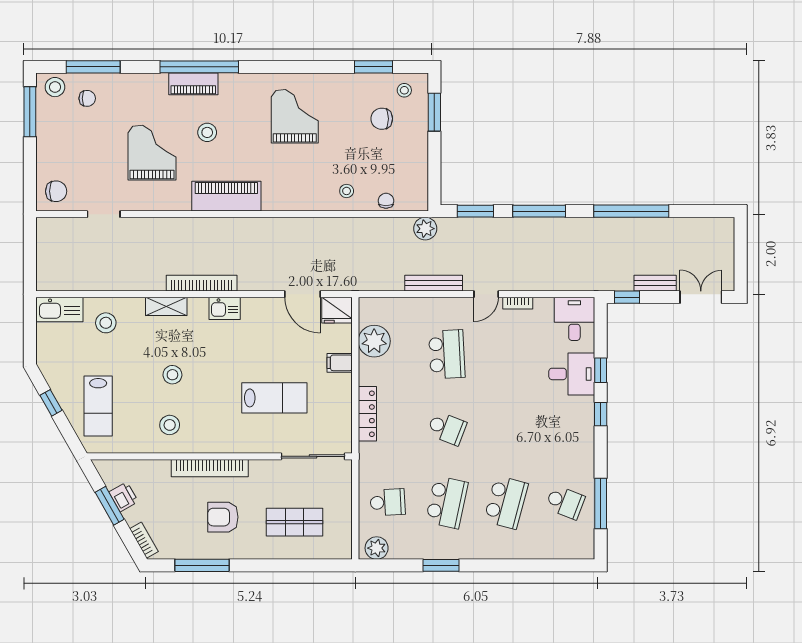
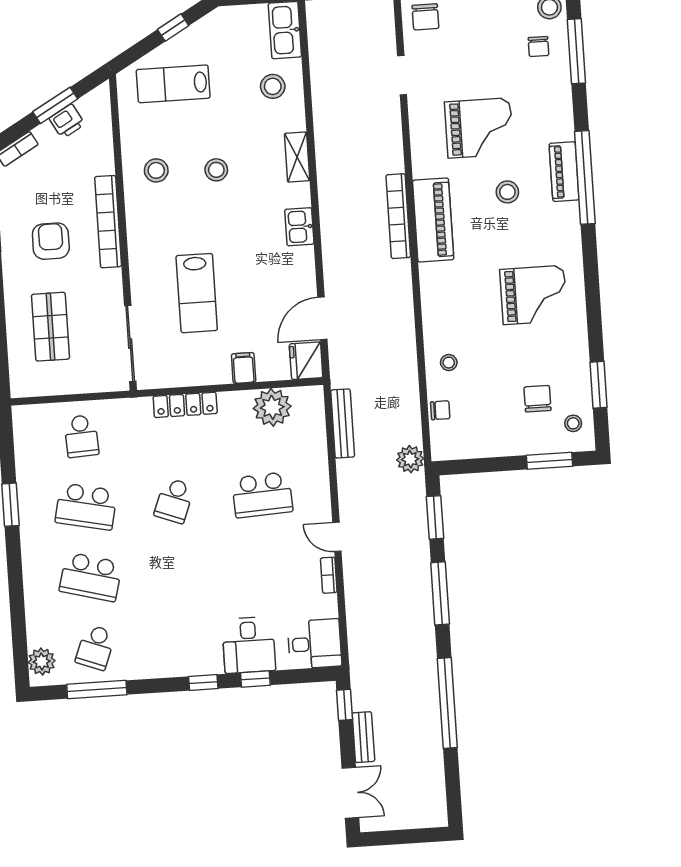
bookcase: (202, 283) -> (398, 216), moved, turned 180
bench: (434, 283) -> (343, 423), moved
plant: (377, 548) -> (42, 662), moved

